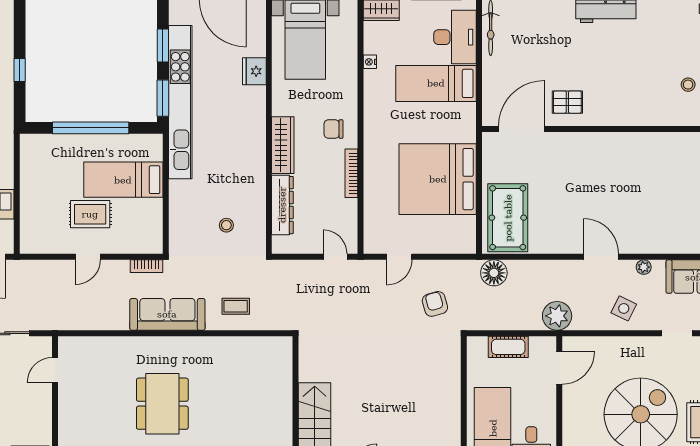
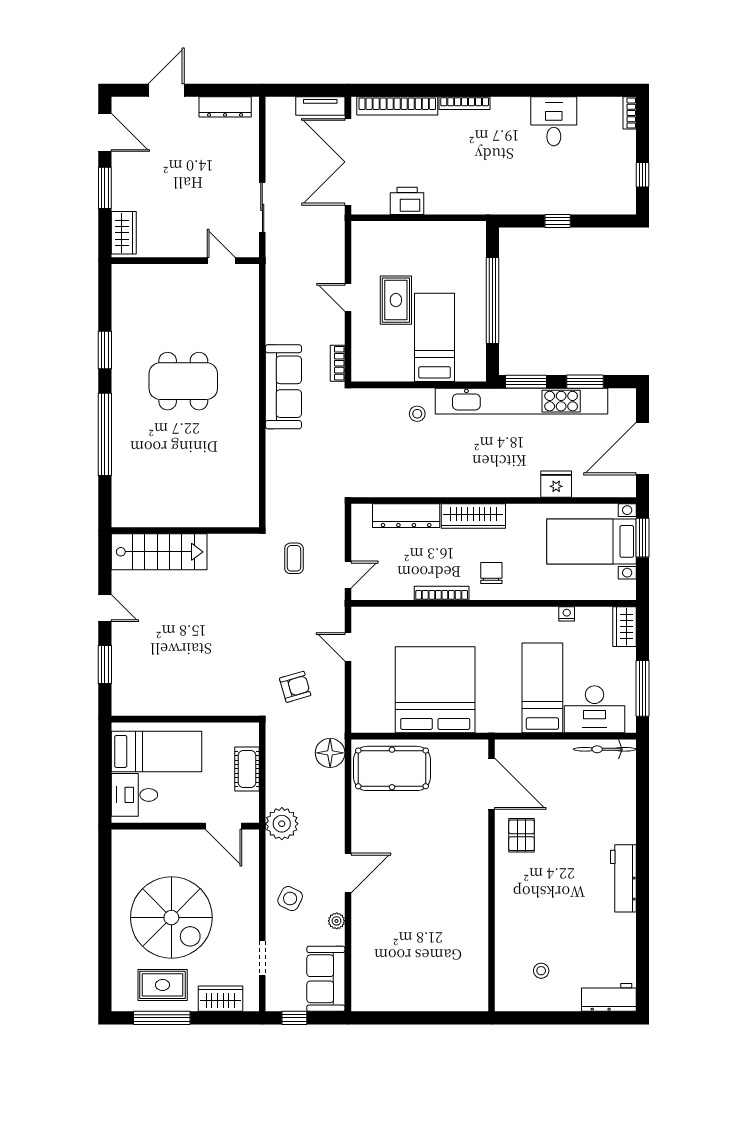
stool: (226, 225) -> (417, 414), moved
coffee table: (236, 306) -> (294, 558), moved

